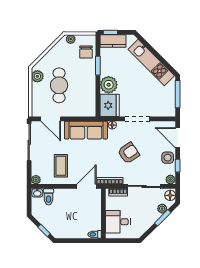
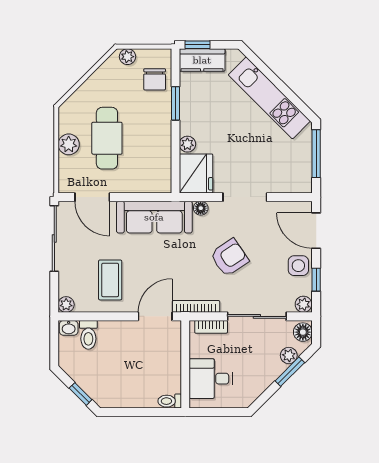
plant: (37, 76) -> (69, 144), moved
plant: (109, 85) -> (187, 144), width x0.53, depth x0.53

